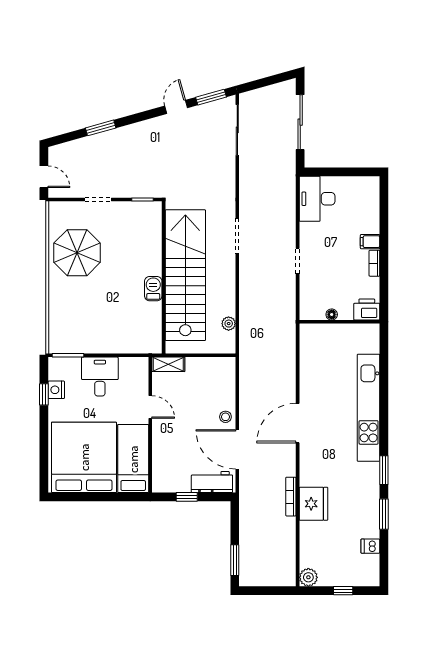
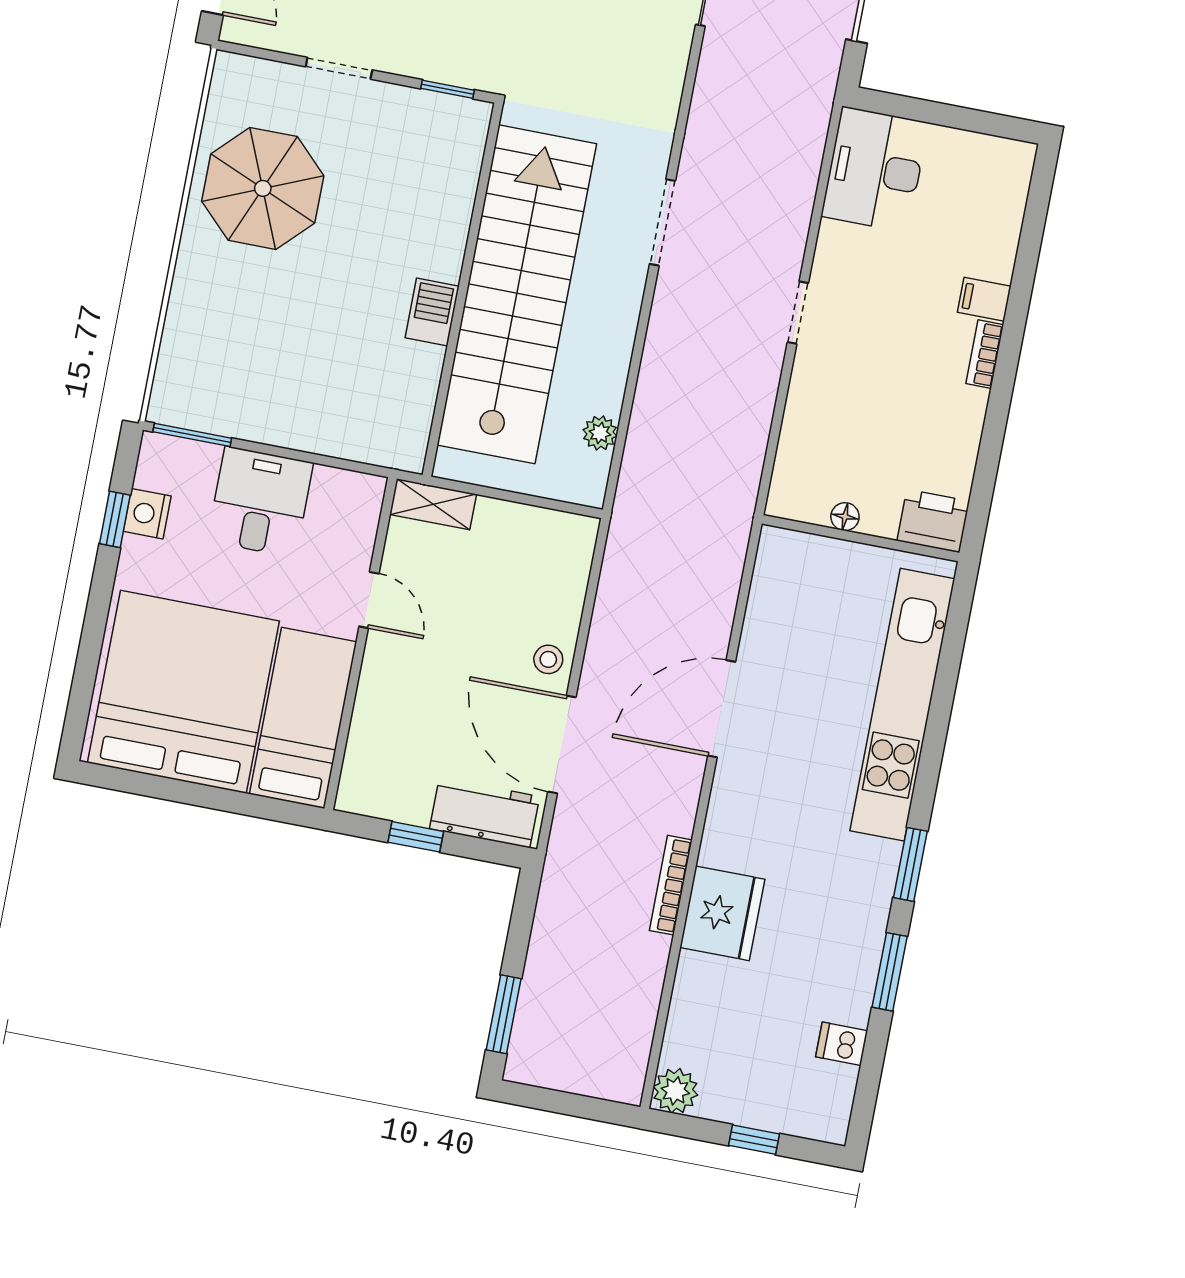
printer: (367, 309) -> (933, 521), moved
floor lamp: (332, 315) -> (845, 517), moved
wall: (339, 322) -> (861, 538), moved

